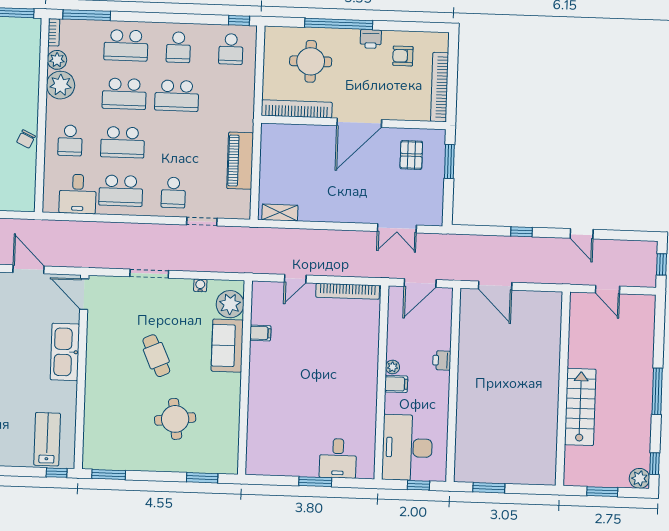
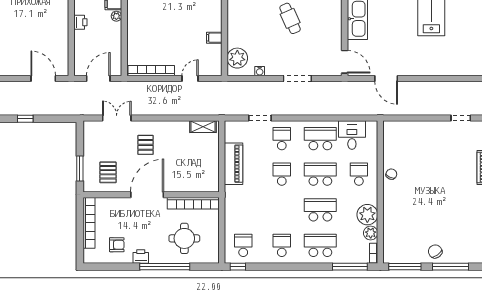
school desk: (177, 96) -> (282, 174), moved, width x0.54
pallet: (359, 190) -> (146, 145), added
sofa: (227, 346) -> (238, 28), removed

